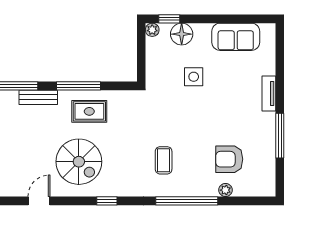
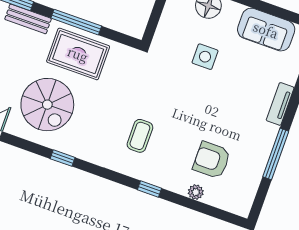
rug: (89, 111) -> (78, 54), width x1.36, depth x1.43
window: (187, 201) -> (150, 189), width x0.32

